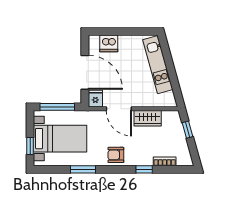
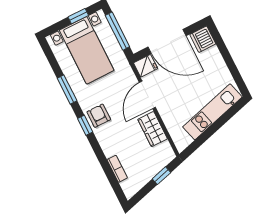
dishwasher: (109, 43) -> (203, 39), moved
door: (85, 72) -> (167, 41), hinge flipped
window: (30, 146) -> (78, 16), moved
window: (144, 169) -> (85, 125), moved

